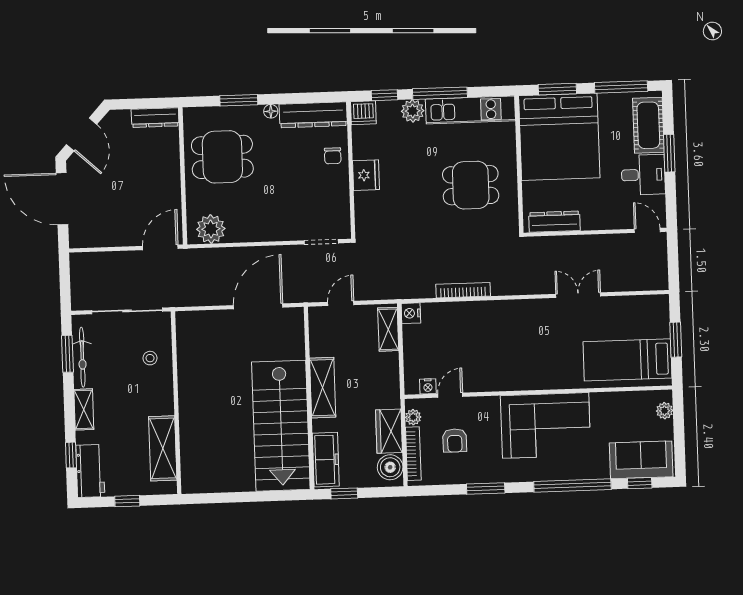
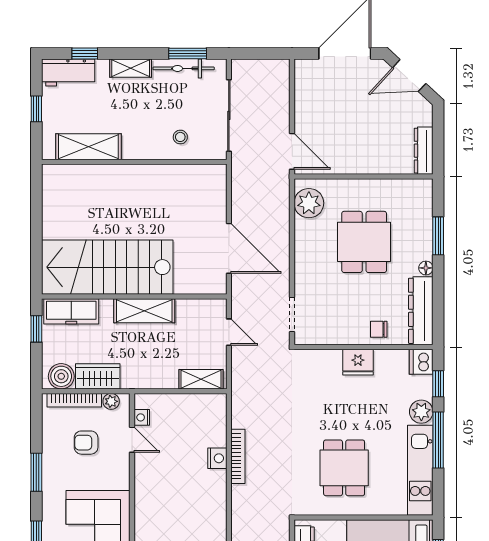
dining table: (222, 157) -> (364, 242), moved
nightstand: (411, 313) -> (217, 458), moved, turned 90

